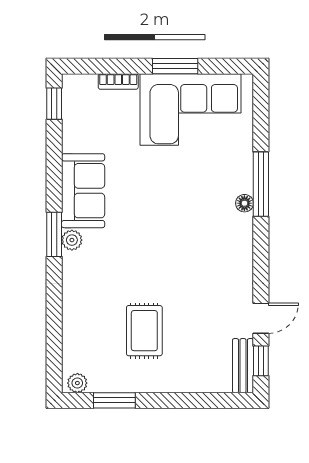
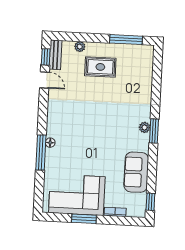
sofa: (83, 191) -> (136, 172), moved
door: (261, 318) -> (45, 80), swing flipped
rug: (144, 331) -> (100, 67), moved, turned 90
plant: (77, 383) -> (80, 47), moved
window: (114, 400) -> (126, 40), width x1.44

